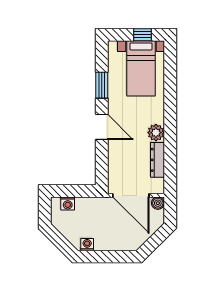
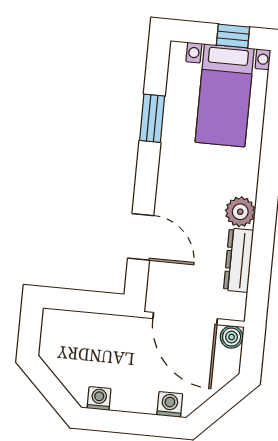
door: (102, 127) -> (141, 237), moved
washing machine: (68, 203) -> (170, 404), moved, turned 180

